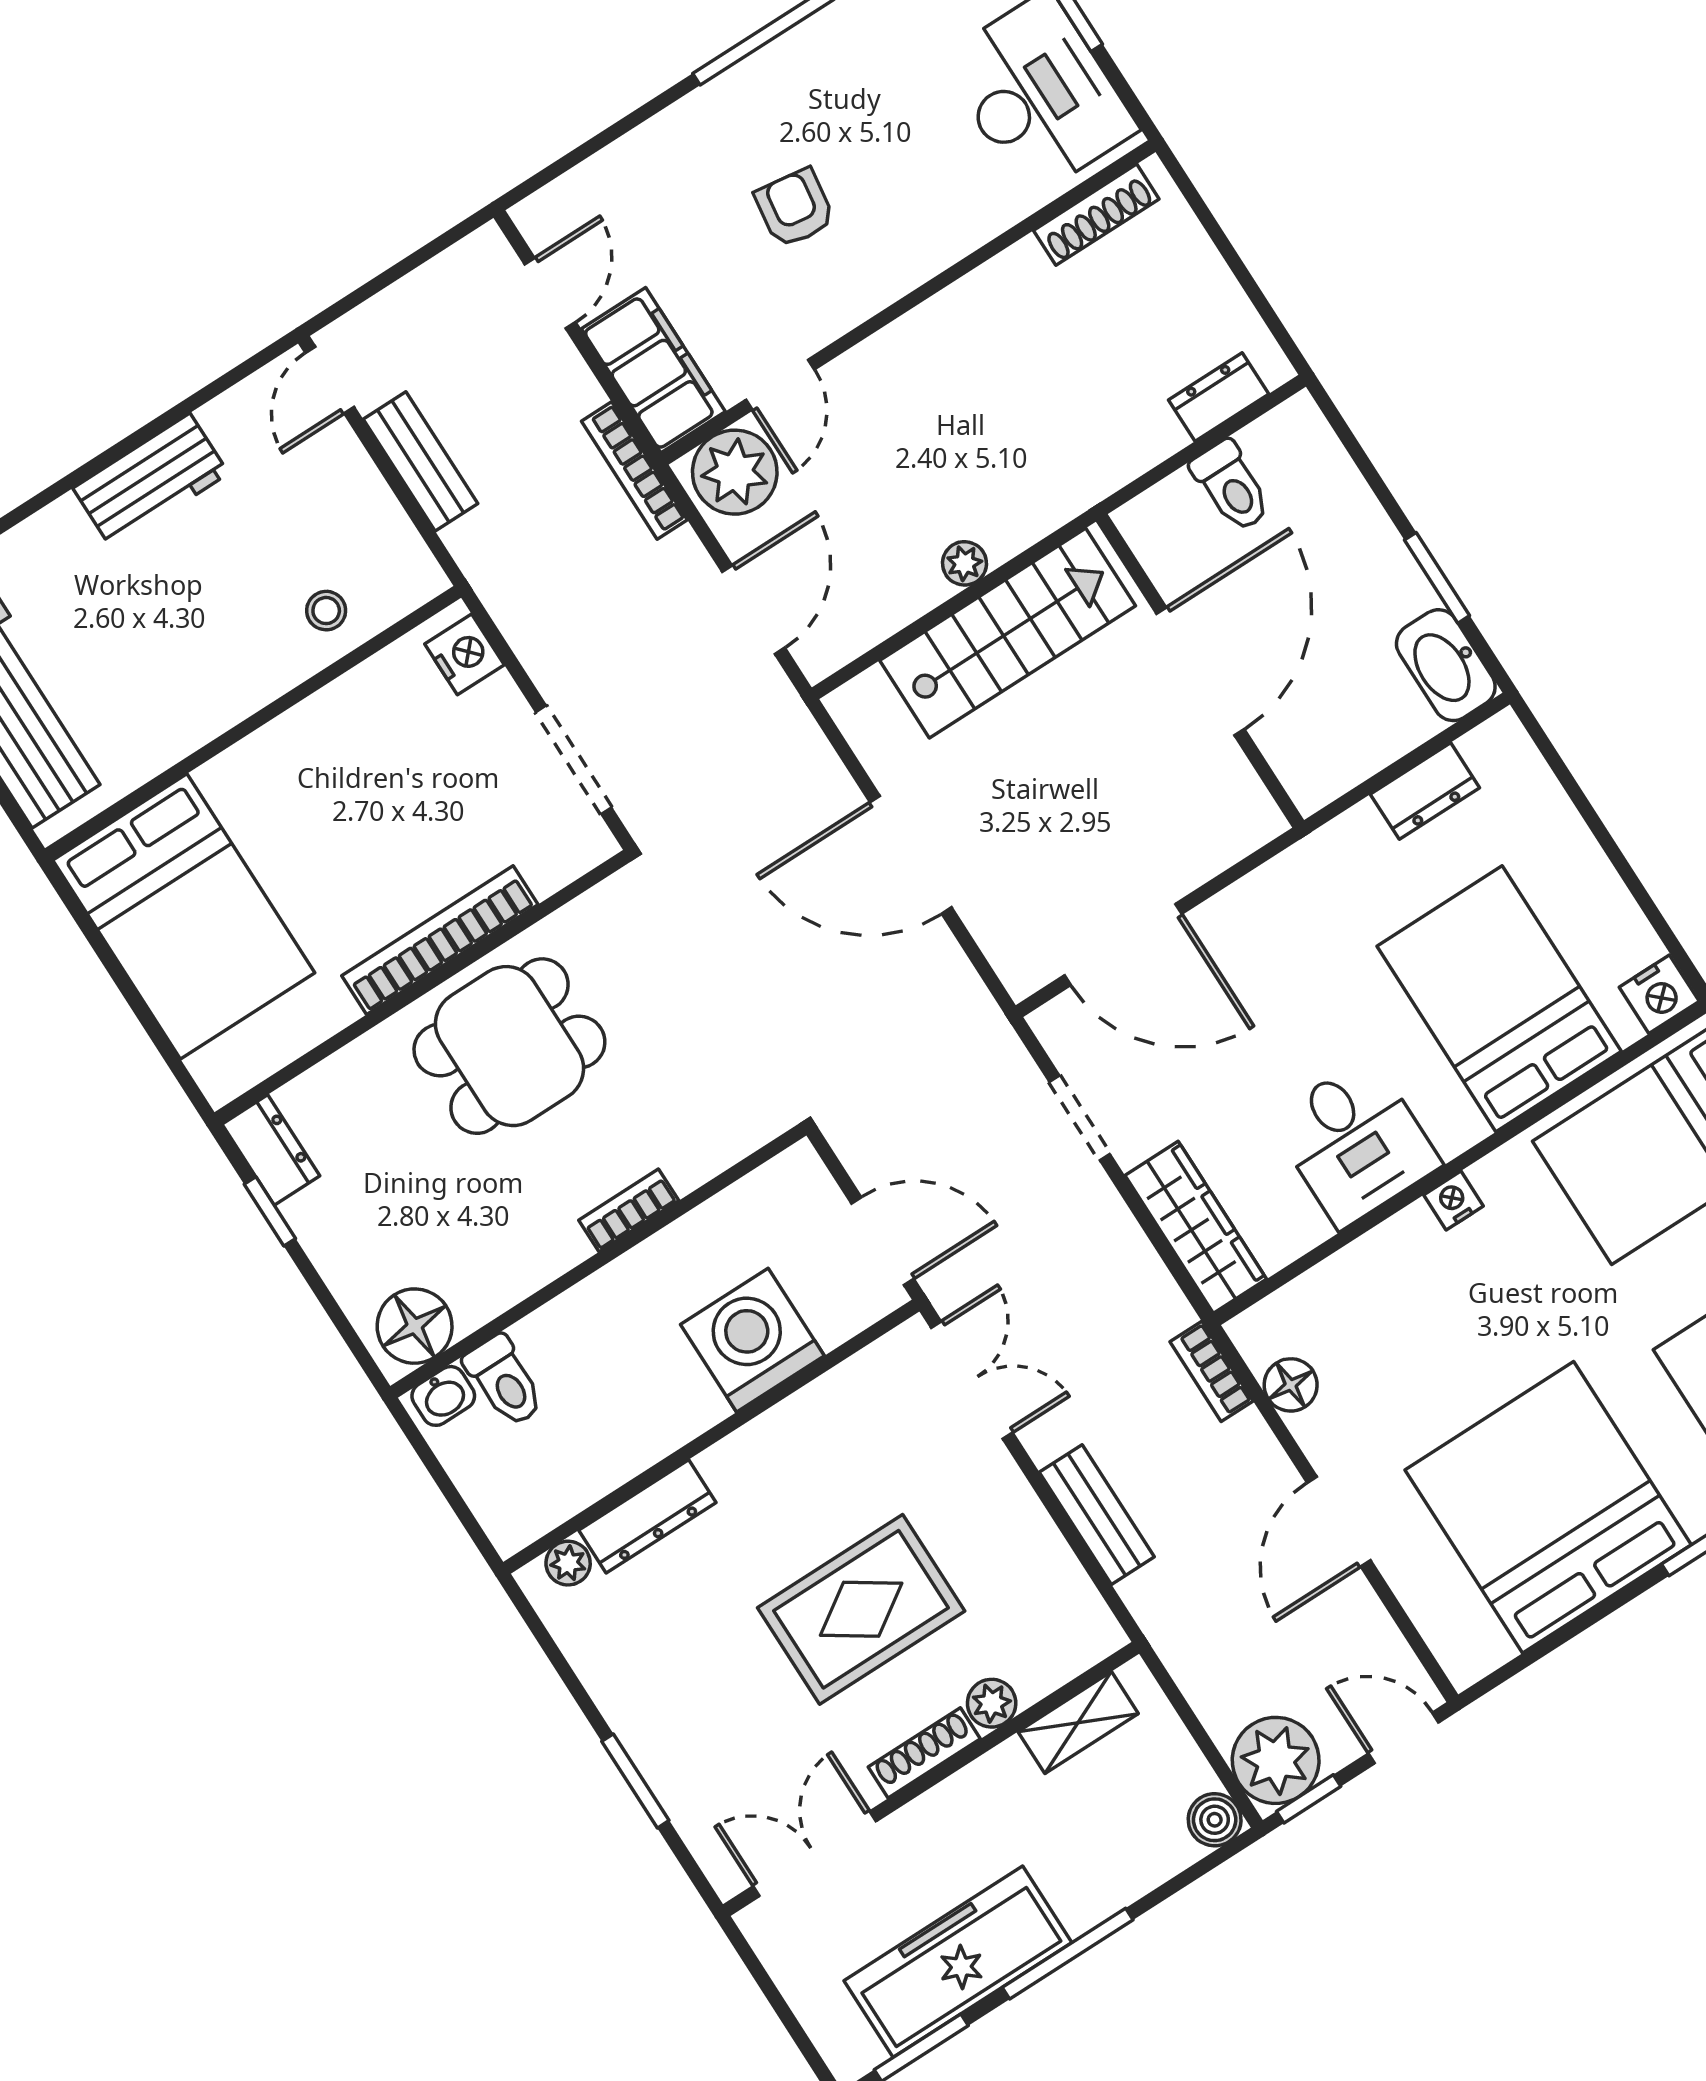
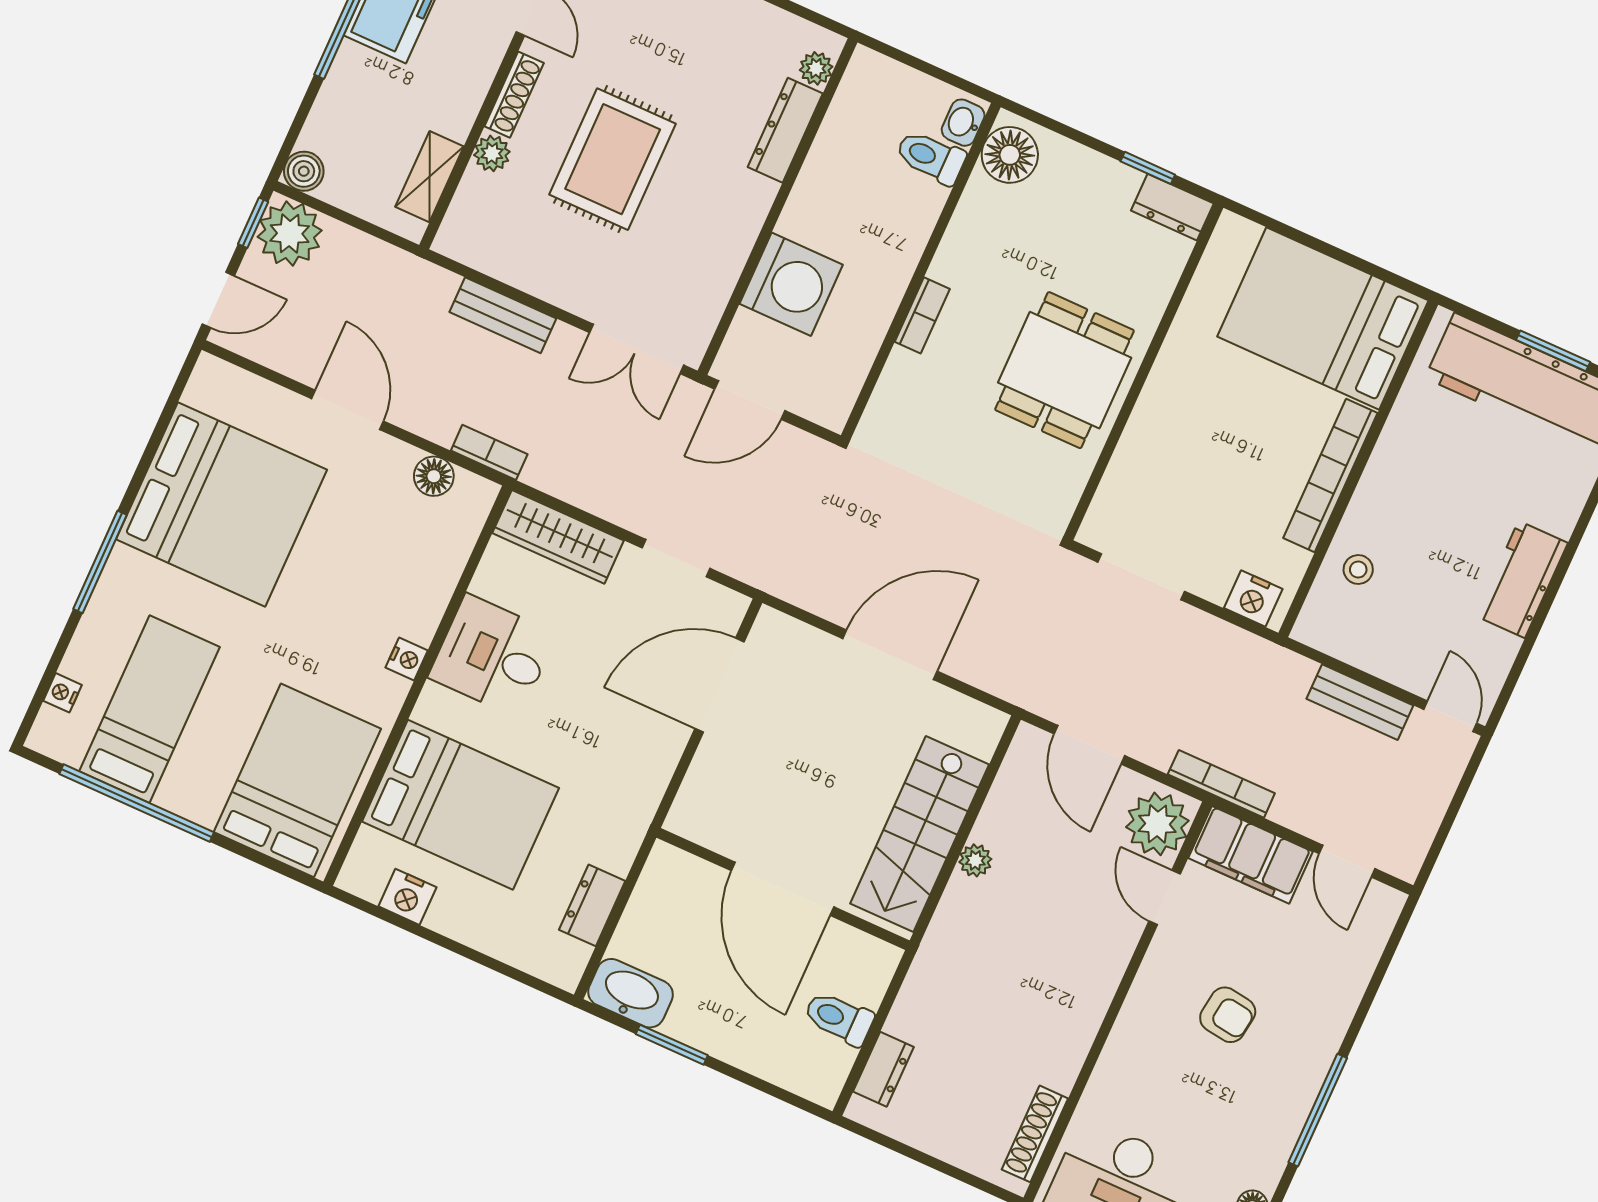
bookcase: (440, 940) -> (1330, 476), moved, turned 180
nightstand: (1659, 994) -> (407, 897), moved, turned -90

